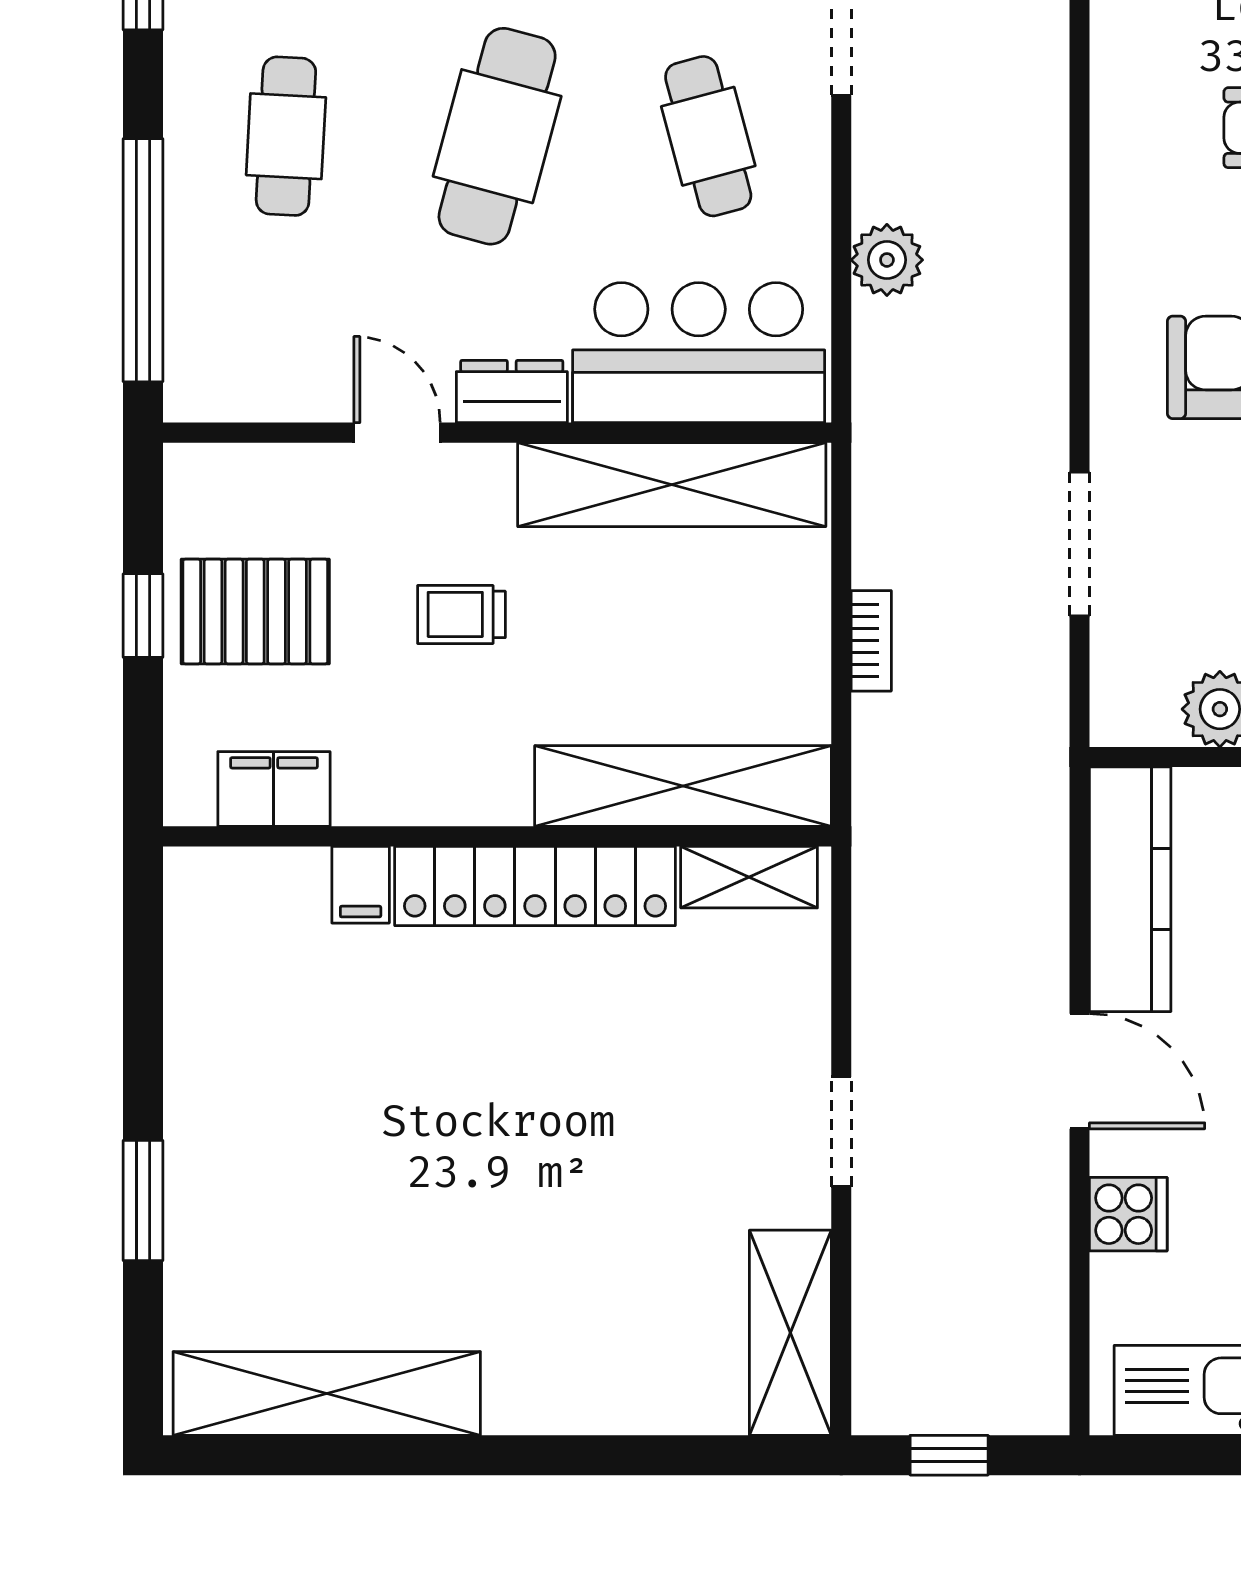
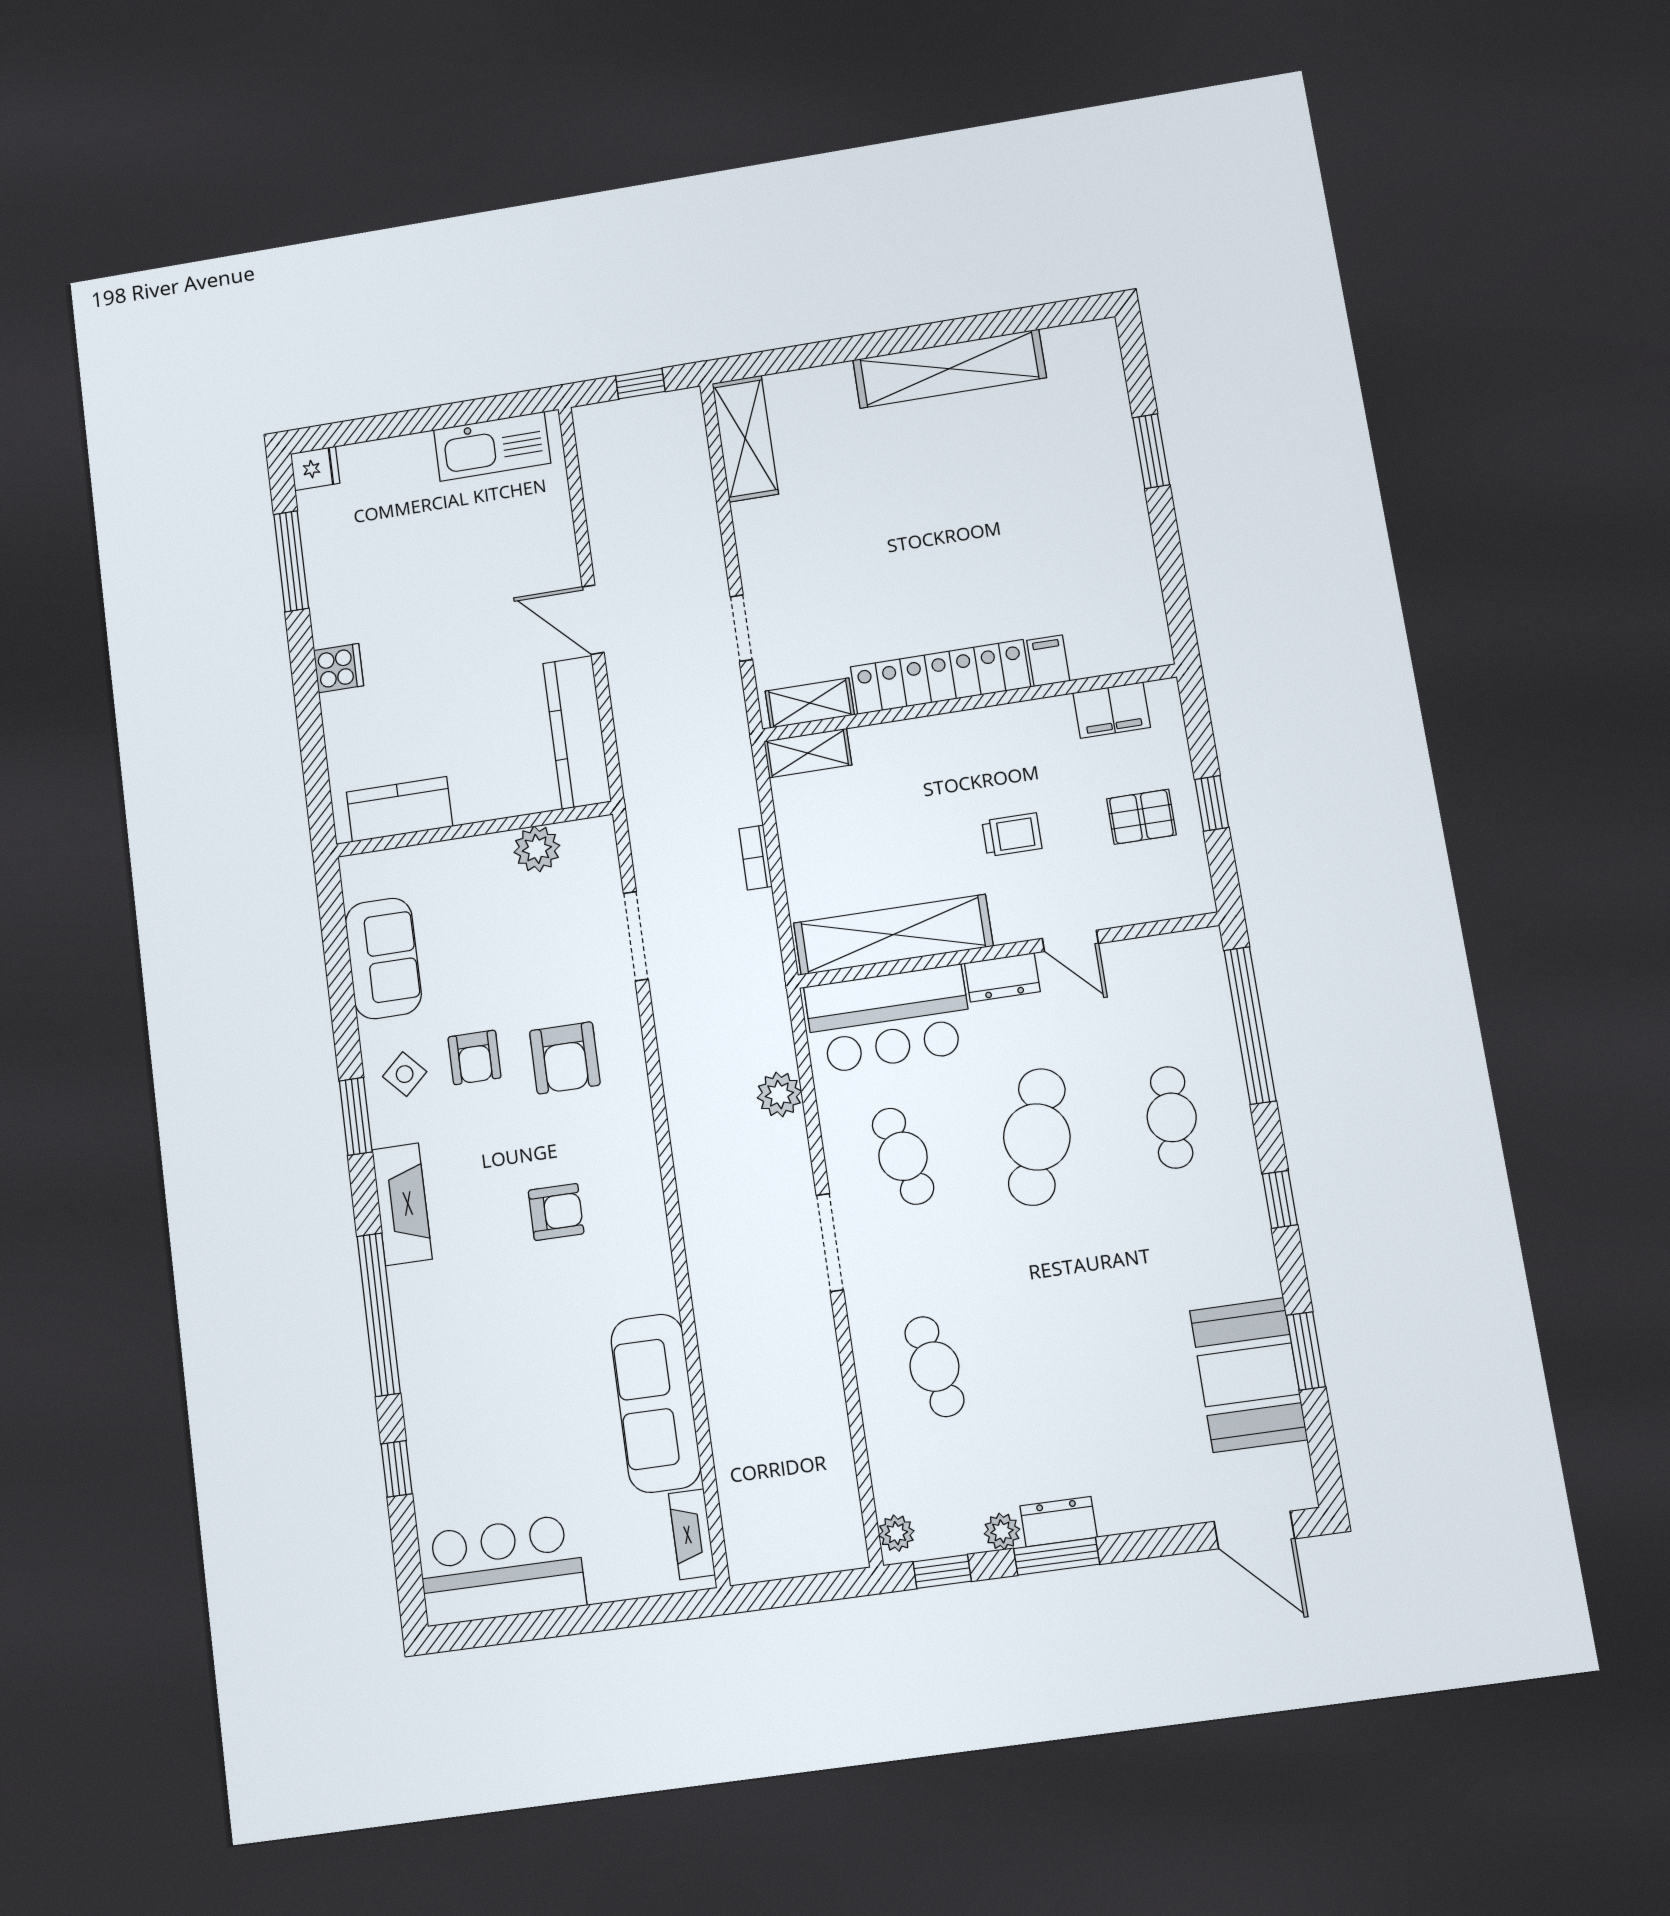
pallet: (255, 611) -> (1141, 817), width x0.67, depth x0.71
shelving: (683, 786) -> (808, 753), width x0.45, depth x0.75
doorway: (841, 1132) -> (741, 628), moved
cooker: (1128, 1214) -> (553, 541), removed
shelving: (327, 1393) -> (949, 369), moved

